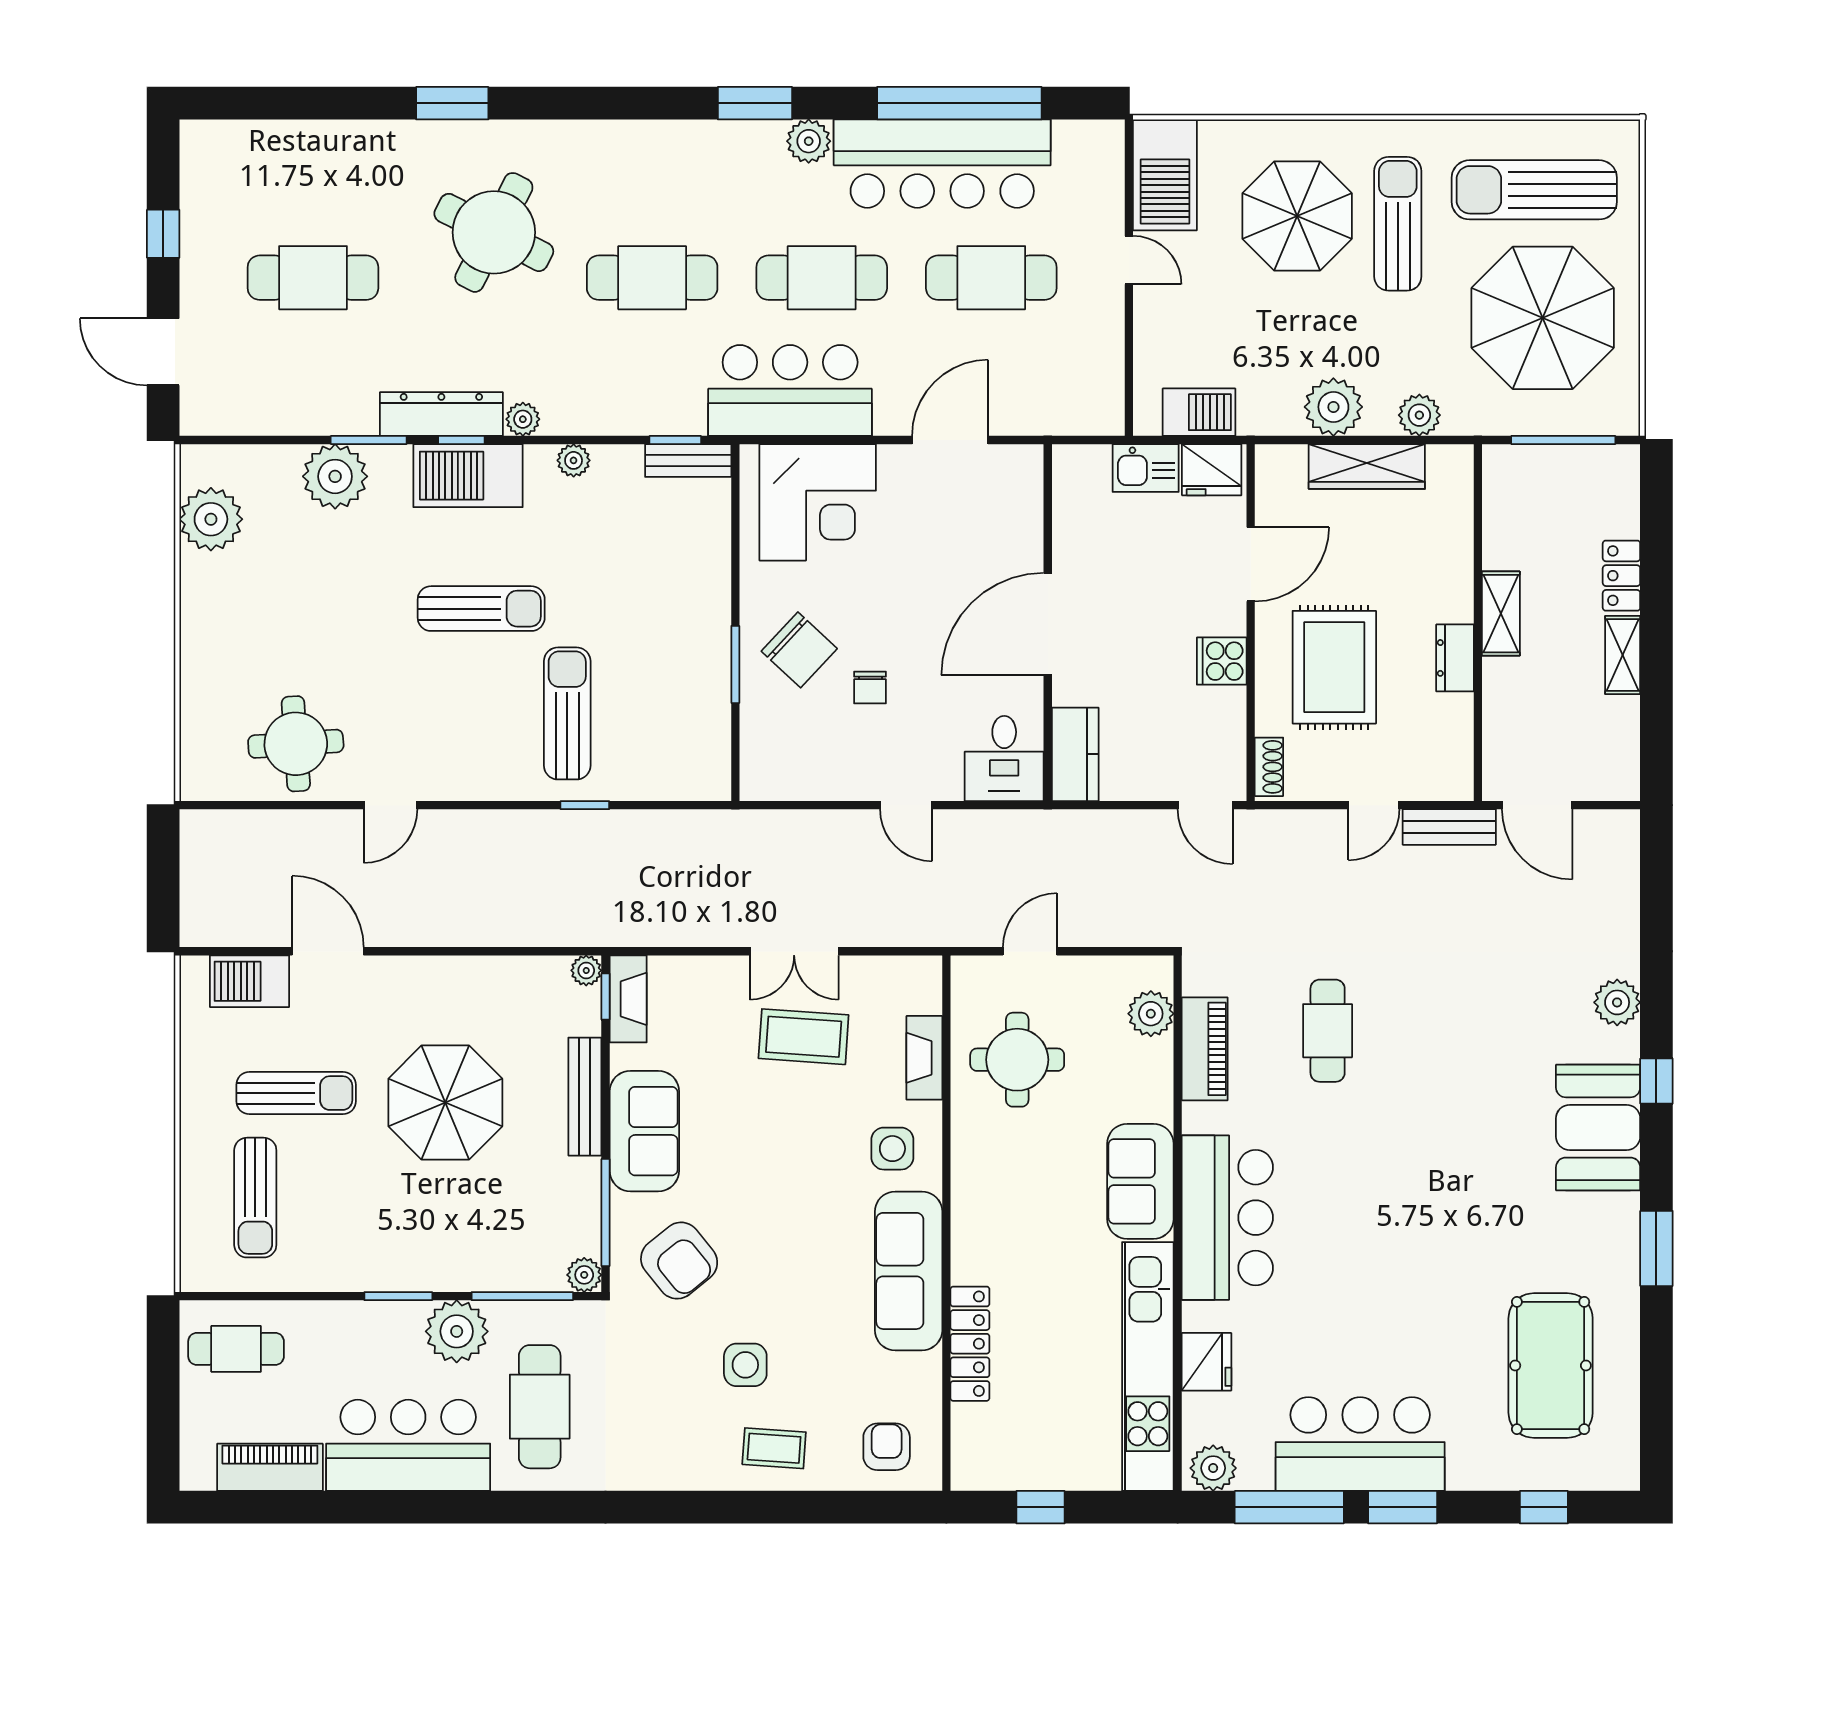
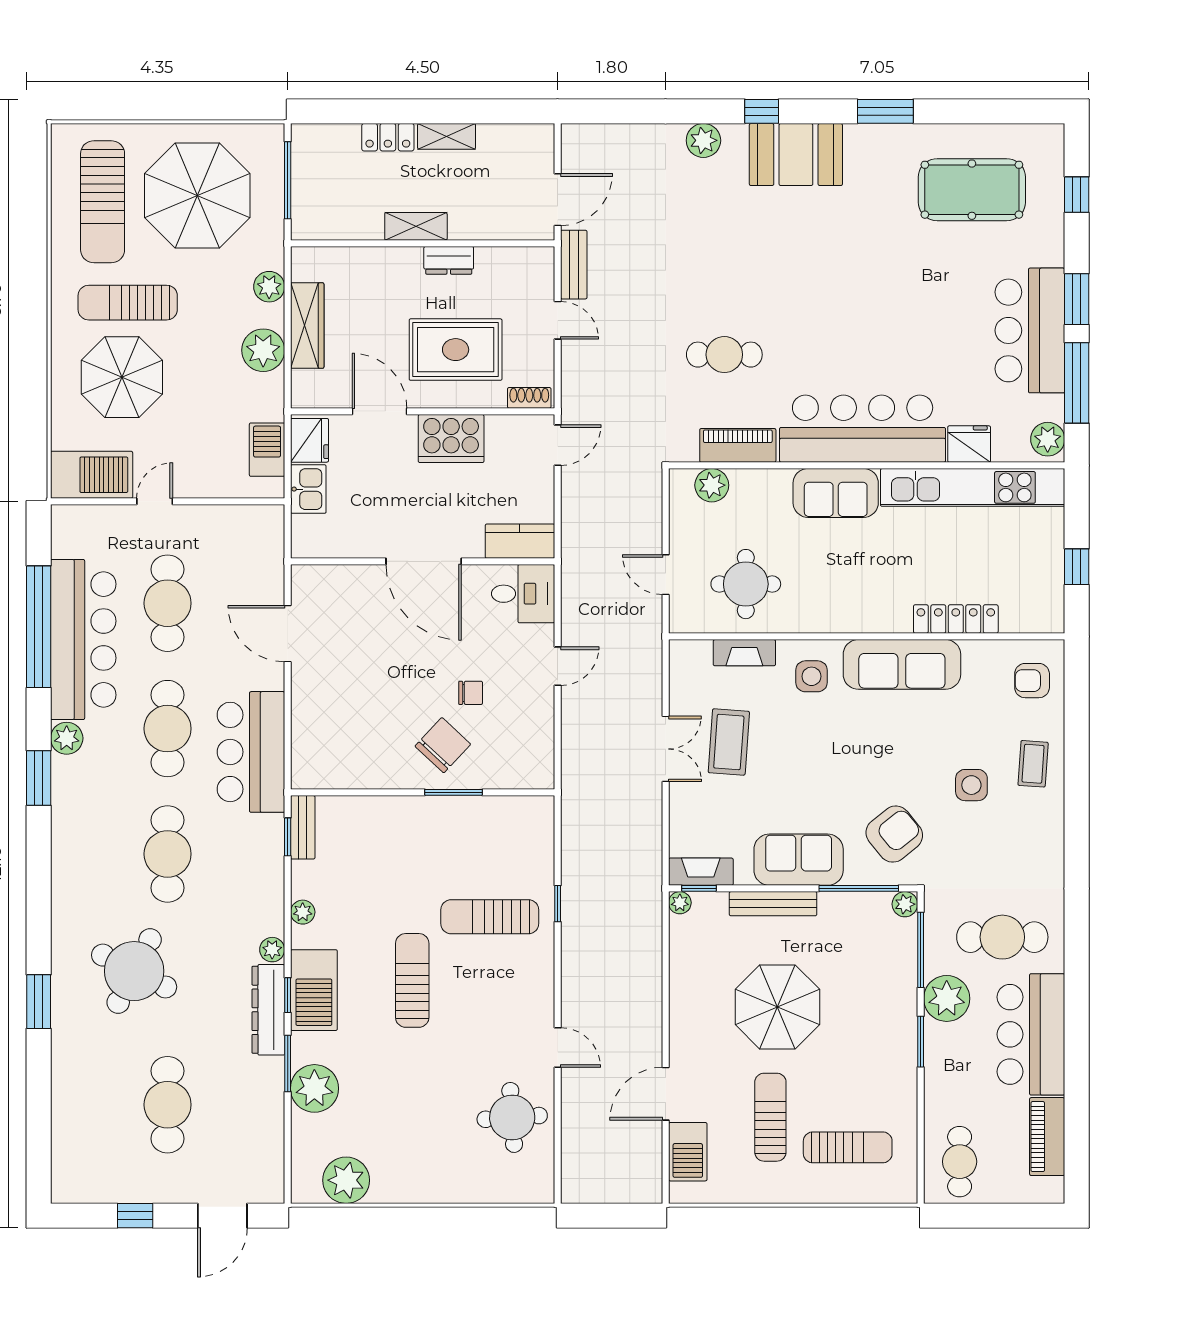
corner desk: (818, 502) -> (334, 732), removed
cooker: (1222, 661) -> (451, 439), width x1.87, depth x1.31
bar counter: (1227, 1218) -> (863, 429), width x1.36

